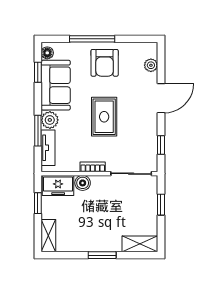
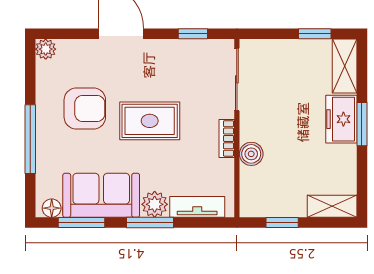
armchair: (105, 63) -> (85, 108), moved
plant: (151, 65) -> (46, 49), moved
window: (38, 72) -> (81, 222), width x1.50
window: (38, 131) -> (150, 222), moved
freezer: (58, 185) -> (341, 119), moved, turned 180
window: (161, 205) -> (315, 34), moved

